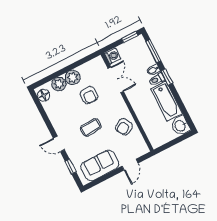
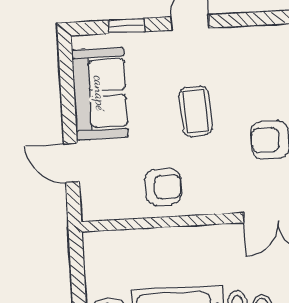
armchair: (124, 127) -> (163, 187), turned 120

